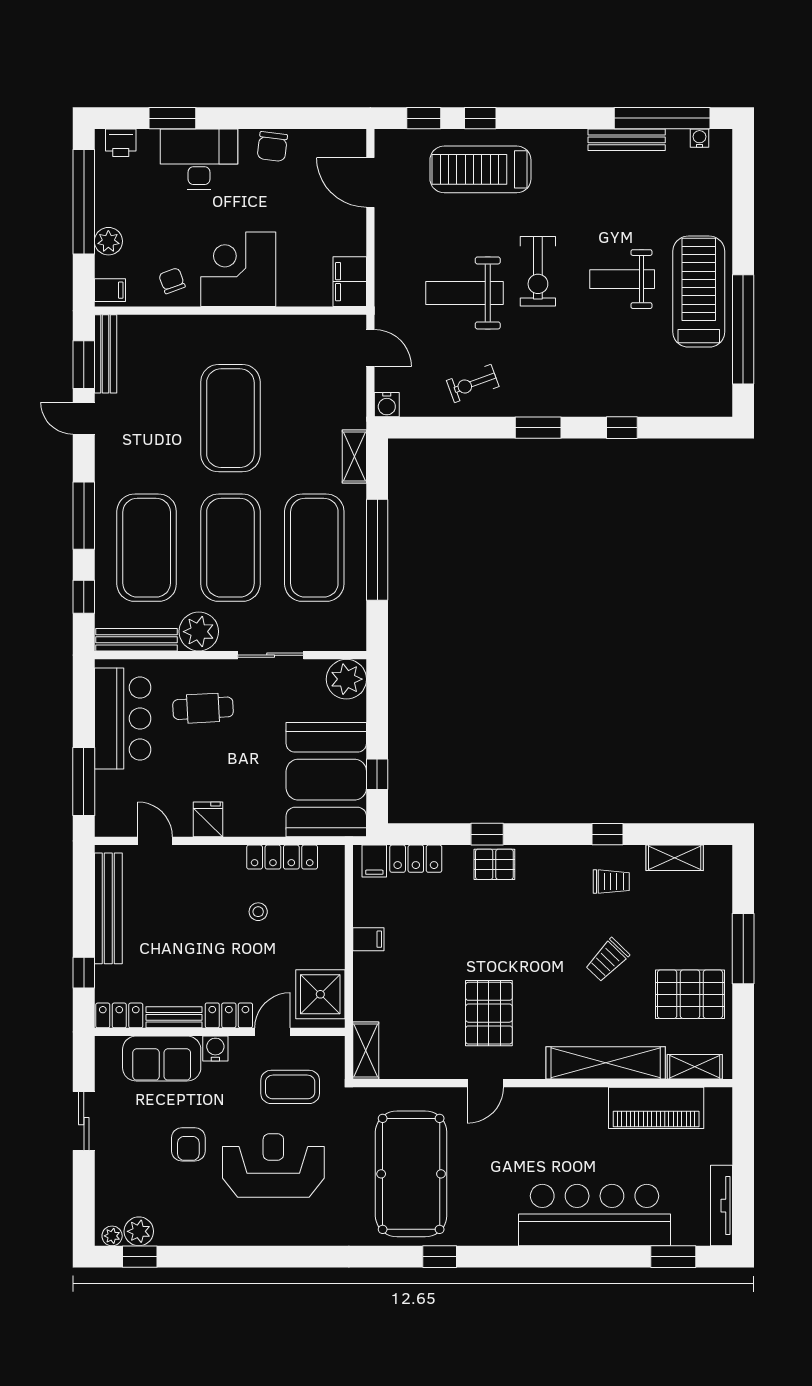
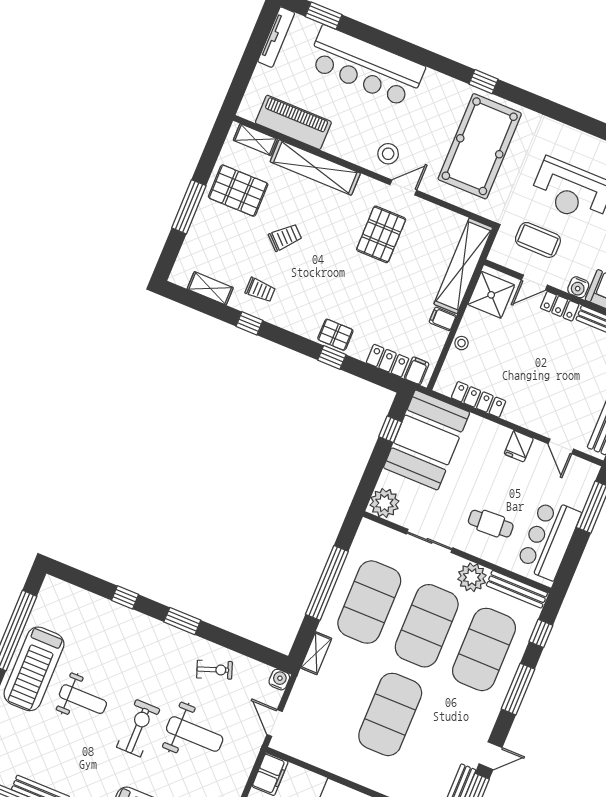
door: (84, 418) -> (491, 756), hinge flipped
trolley: (611, 882) -> (260, 290), turned 180
stool: (258, 912) -> (461, 343), moved
shelving: (366, 1050) -> (463, 266), width x2.20, depth x1.33
stool: (522, 1117) -> (388, 154), added

